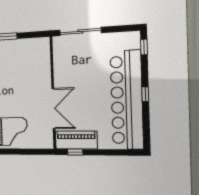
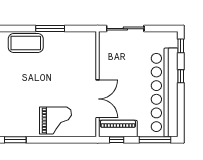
window: (145, 94) -> (181, 76), moved
window: (117, 152) -> (155, 140), added

